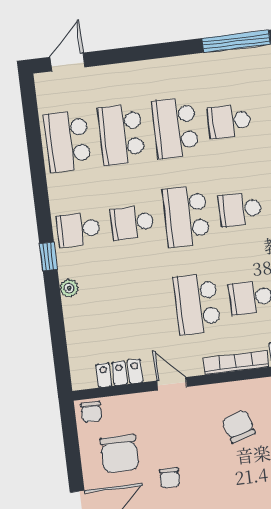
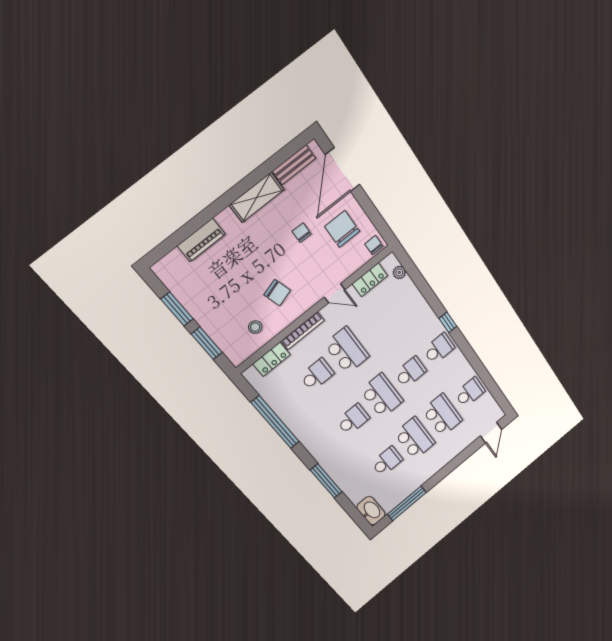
school desk: (67, 141) -> (470, 392), width x0.54
plant: (69, 288) -> (399, 272), moved

